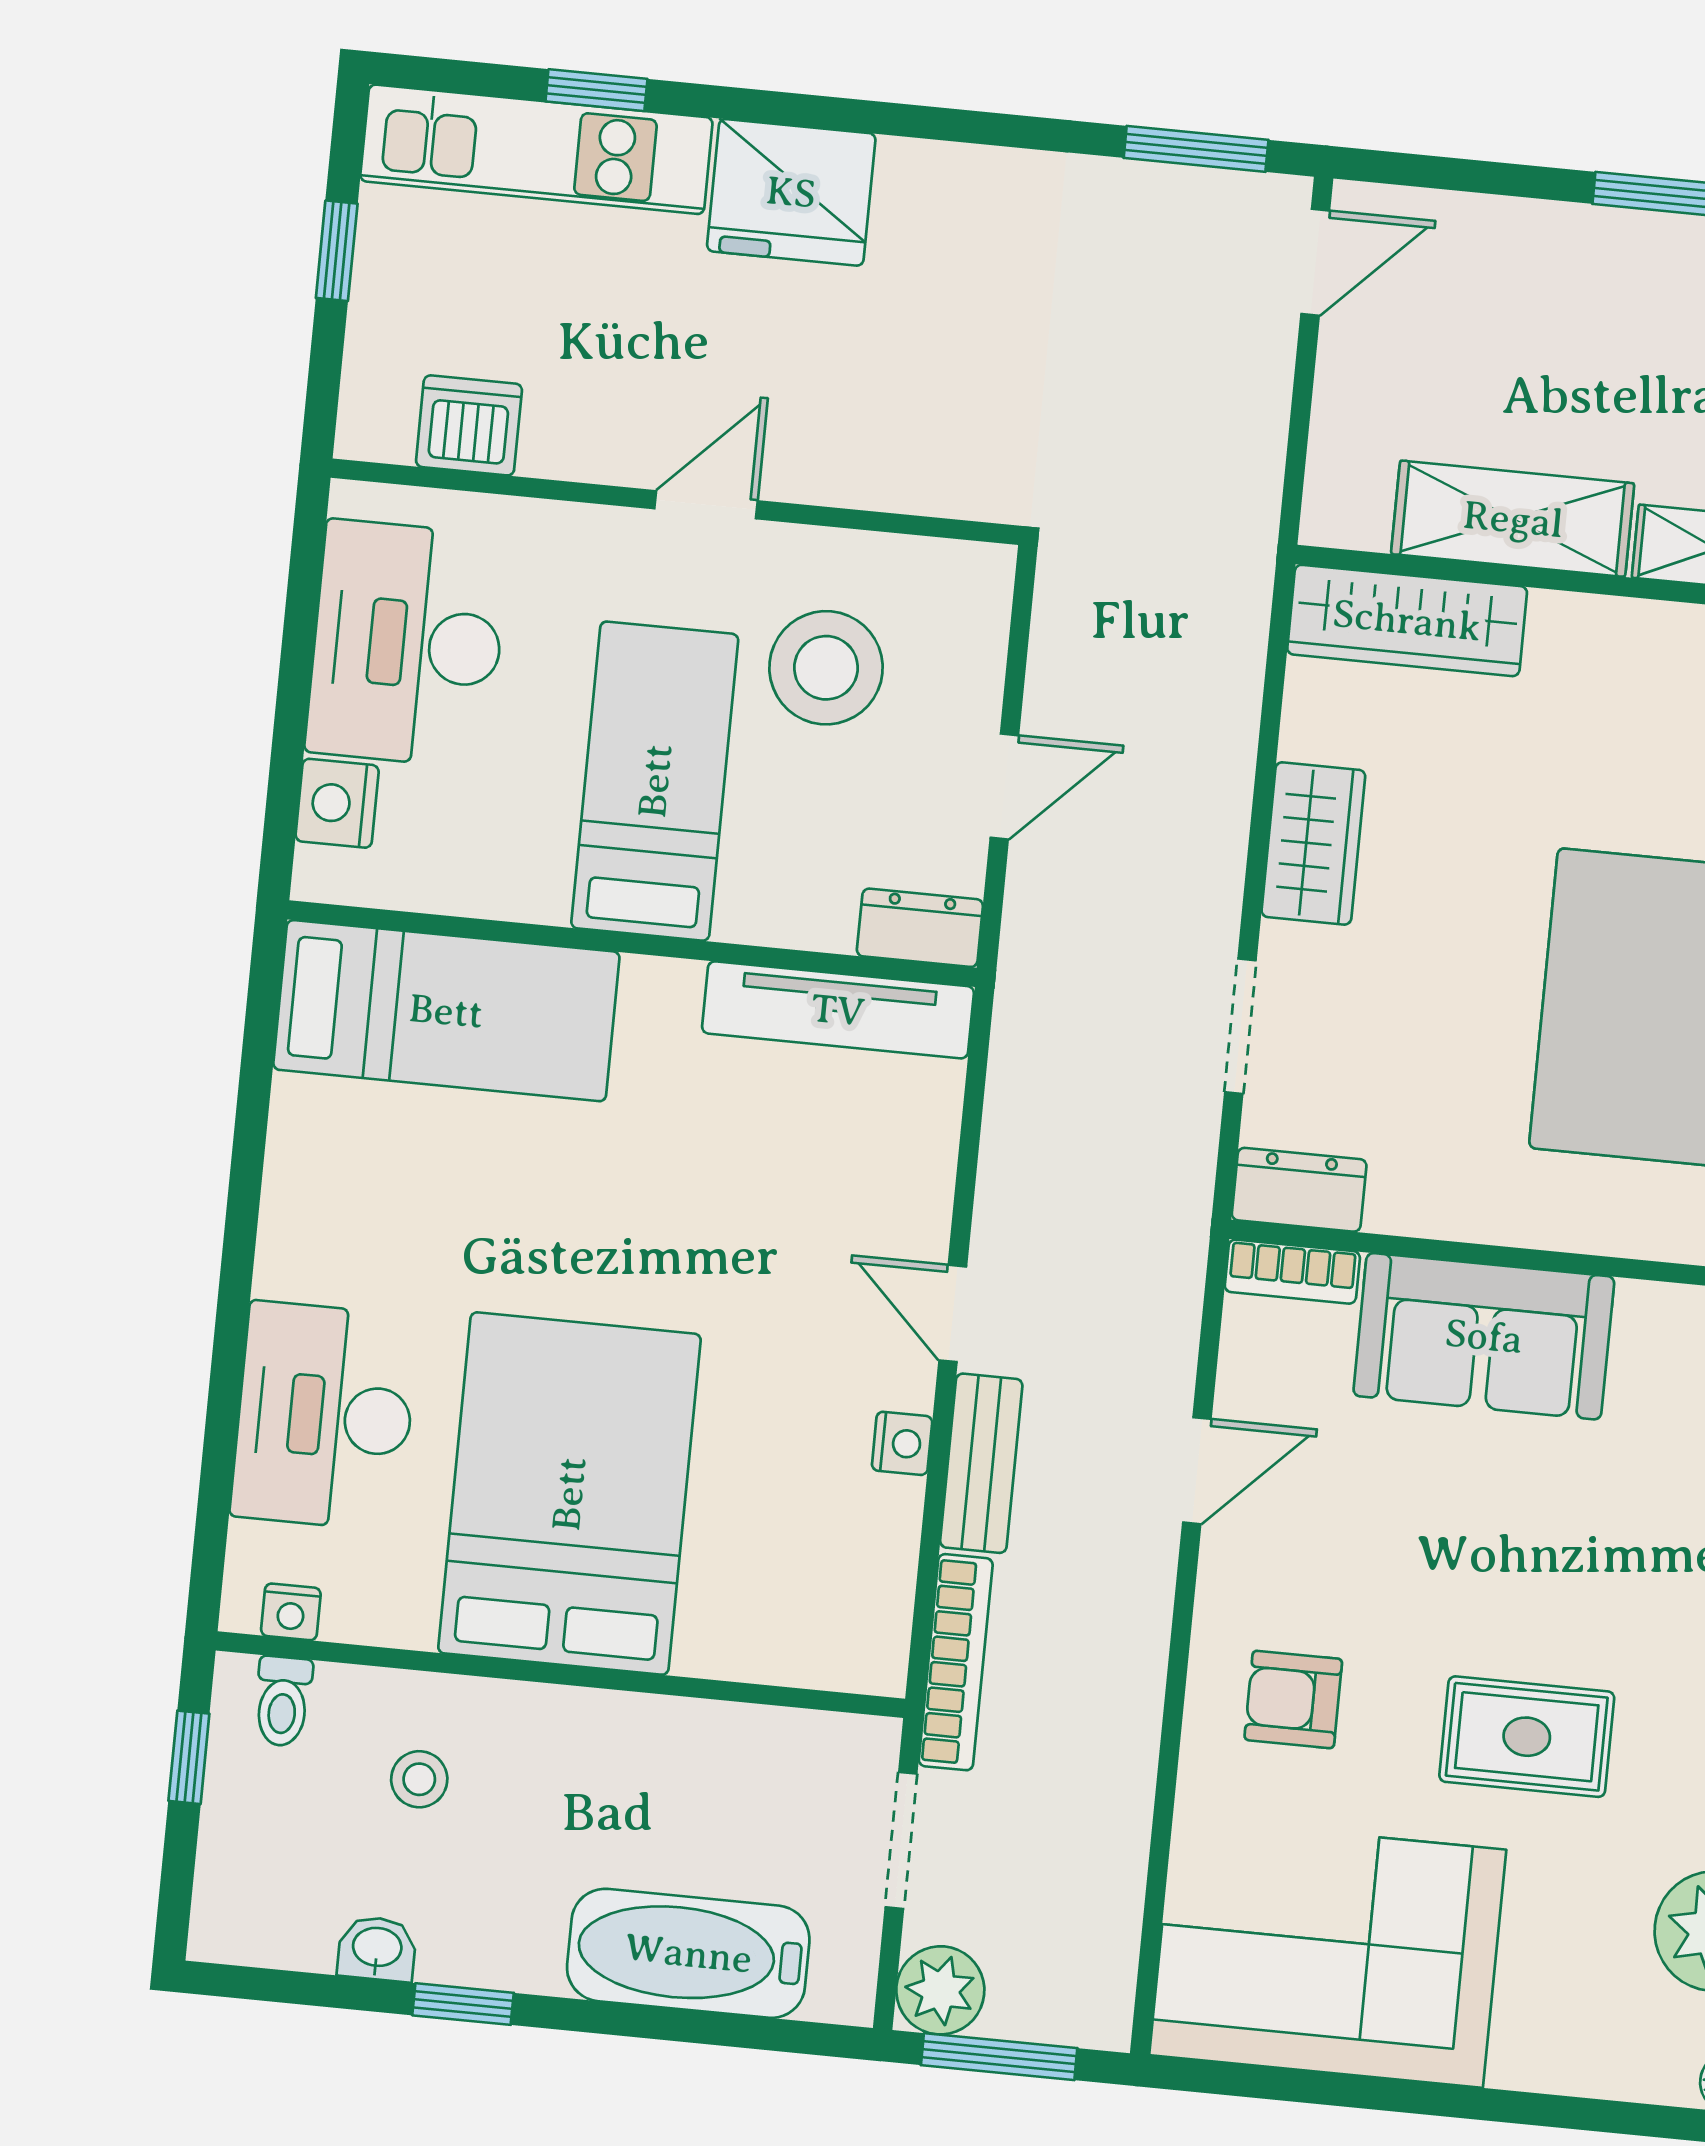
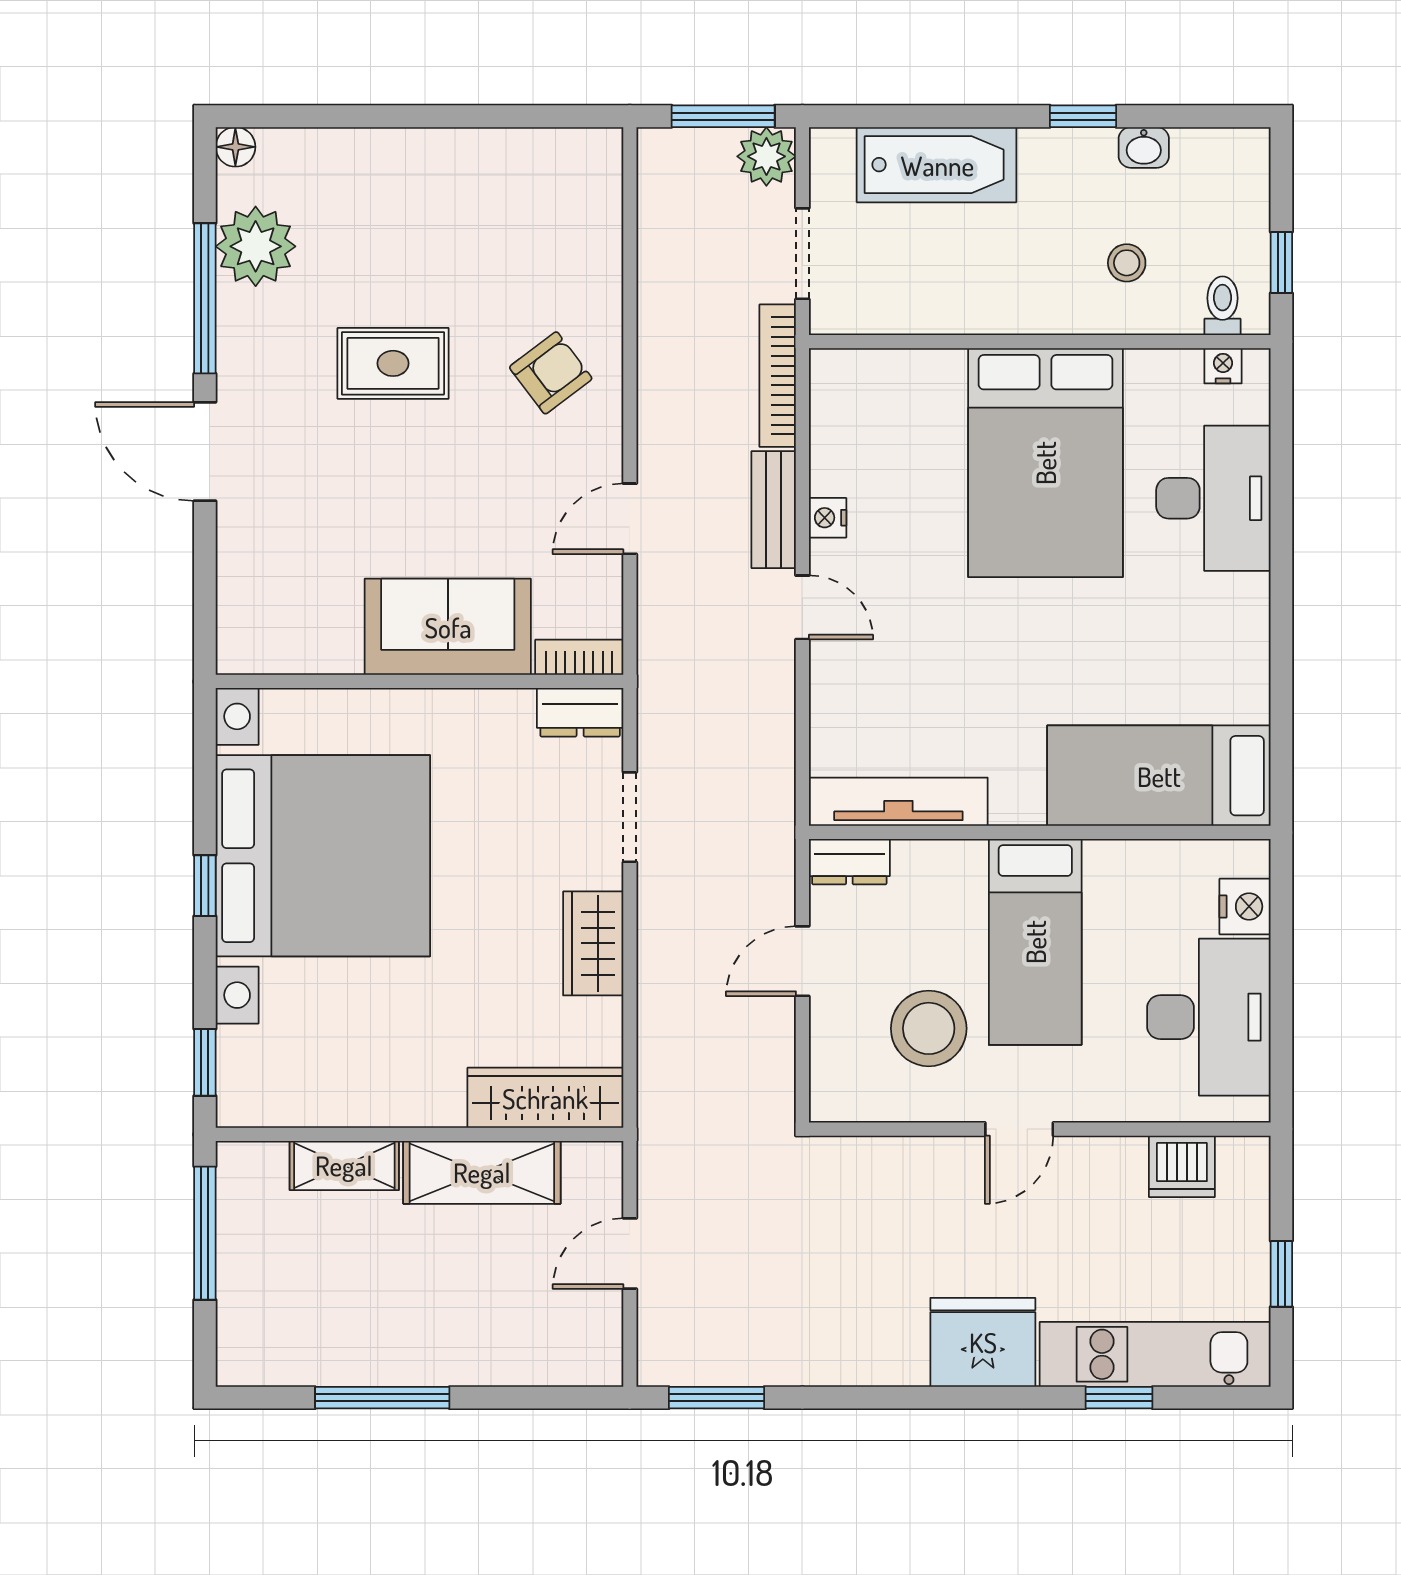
door: (1315, 262) -> (630, 1254), moved
armchair: (1293, 1699) -> (551, 373), turned -37
corner sofa: (1328, 1952) -> (511, 207), removed

